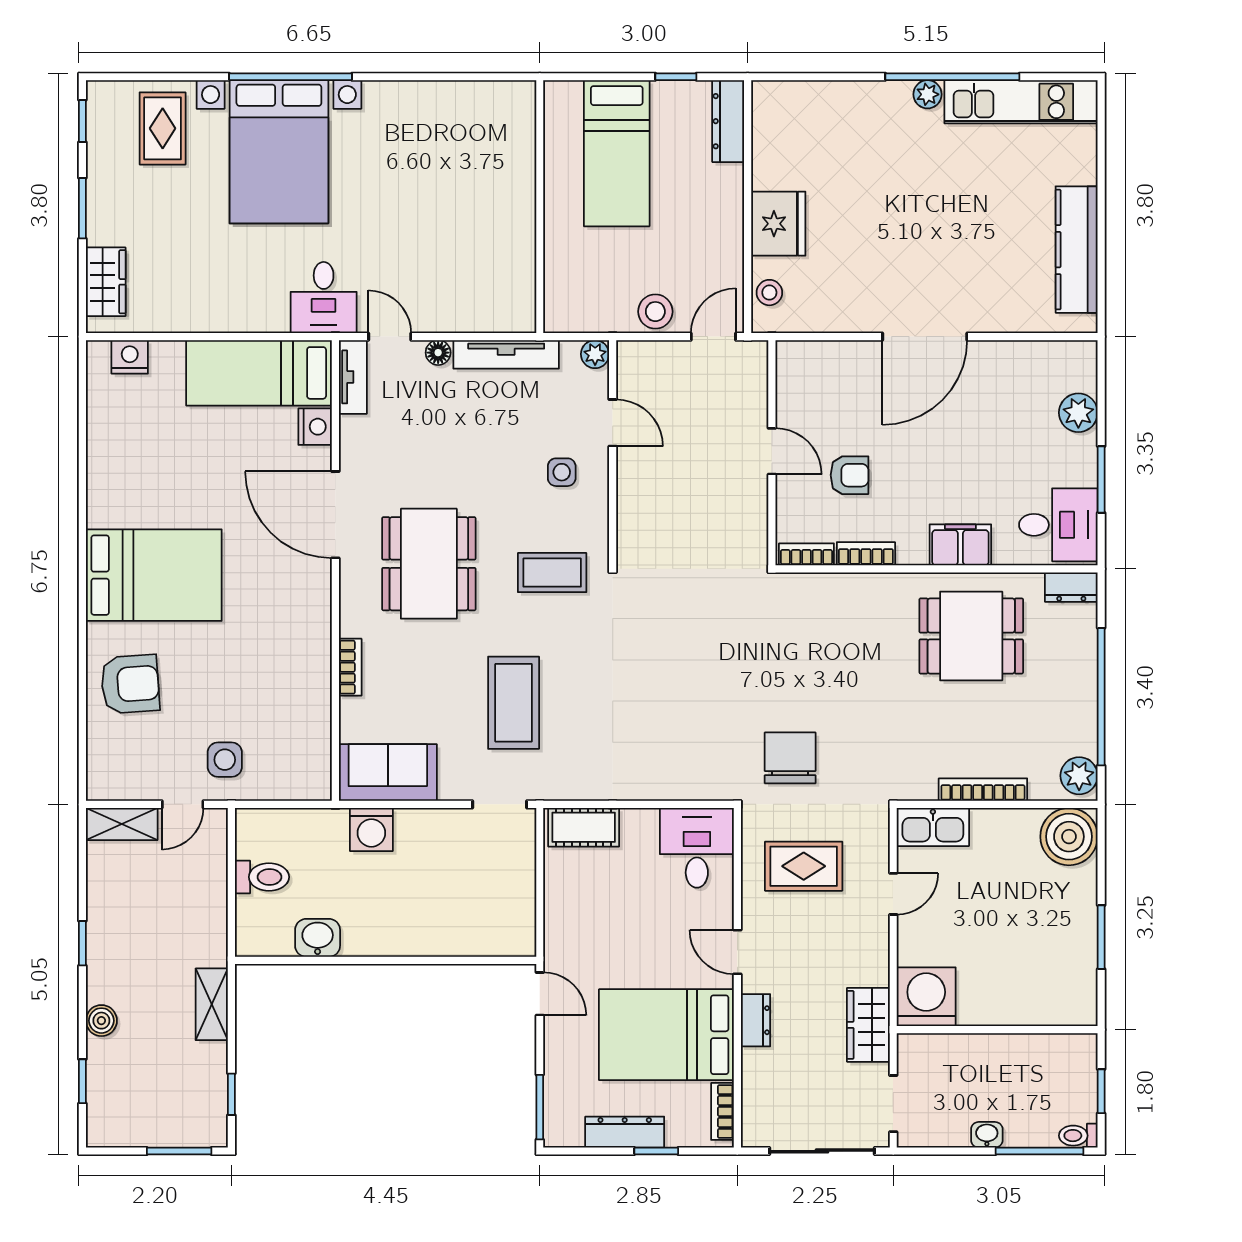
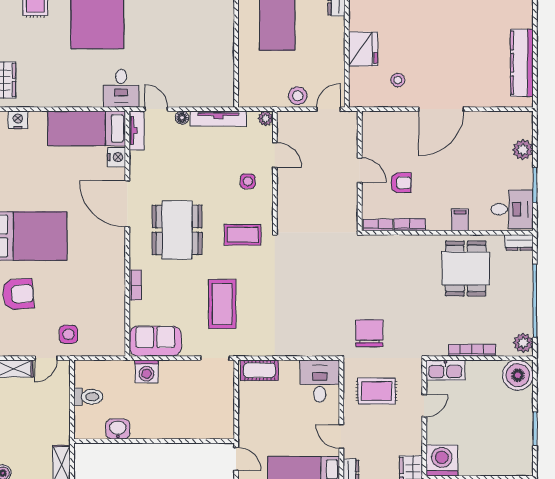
stool: (769, 293) -> (398, 80), moved
filing cabinet: (960, 545) -> (460, 220), width x0.50
dining table: (971, 636) -> (466, 268), turned 90

